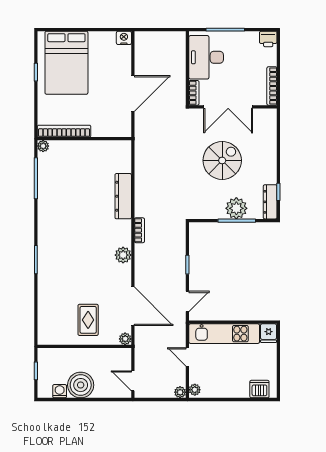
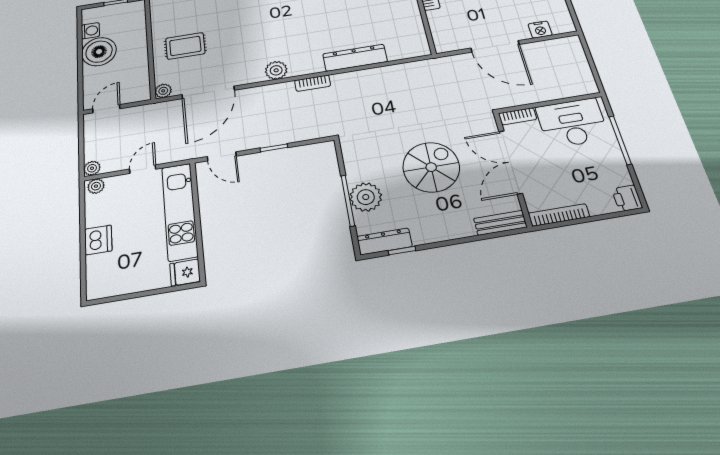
nightstand: (124, 38) -> (540, 30), moved, turned 90
bench: (271, 125) -> (500, 223), added
spiral stairs: (222, 160) -> (431, 167), turned -90
dishwasher: (259, 389) -> (98, 240), moved

